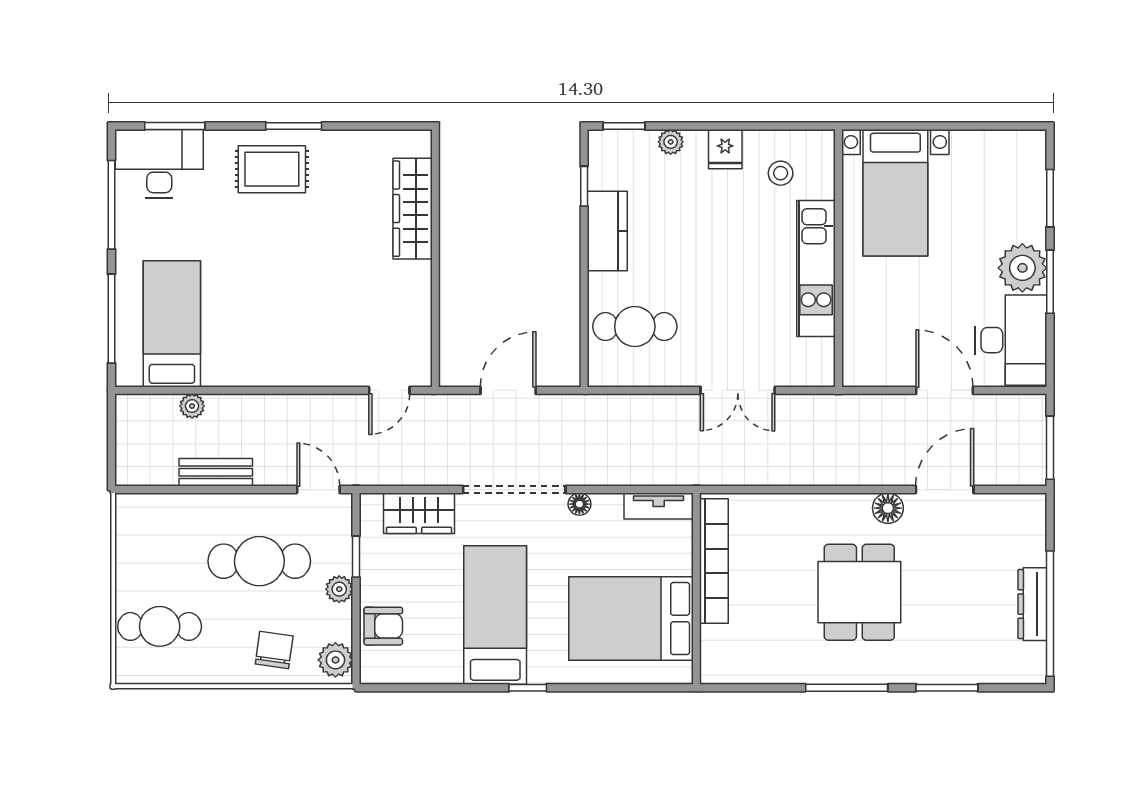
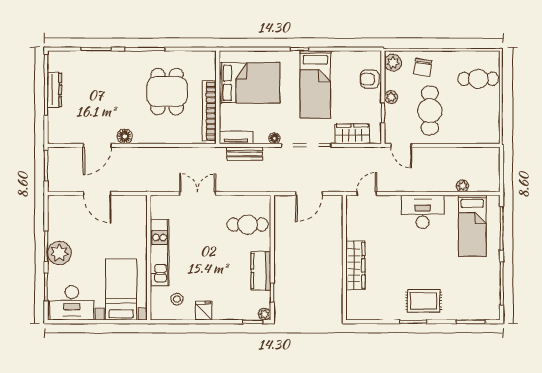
plant: (671, 142) -> (264, 314), moved
desk: (159, 164) -> (423, 212), moved, turned 180
wardrobe: (413, 209) -> (355, 265), moved
desk: (1011, 340) -> (72, 303), moved, turned -90
bench: (216, 472) -> (245, 154), moved
cafe table: (259, 561) -> (430, 111), turned 90
dining table: (859, 592) -> (167, 91), moved

